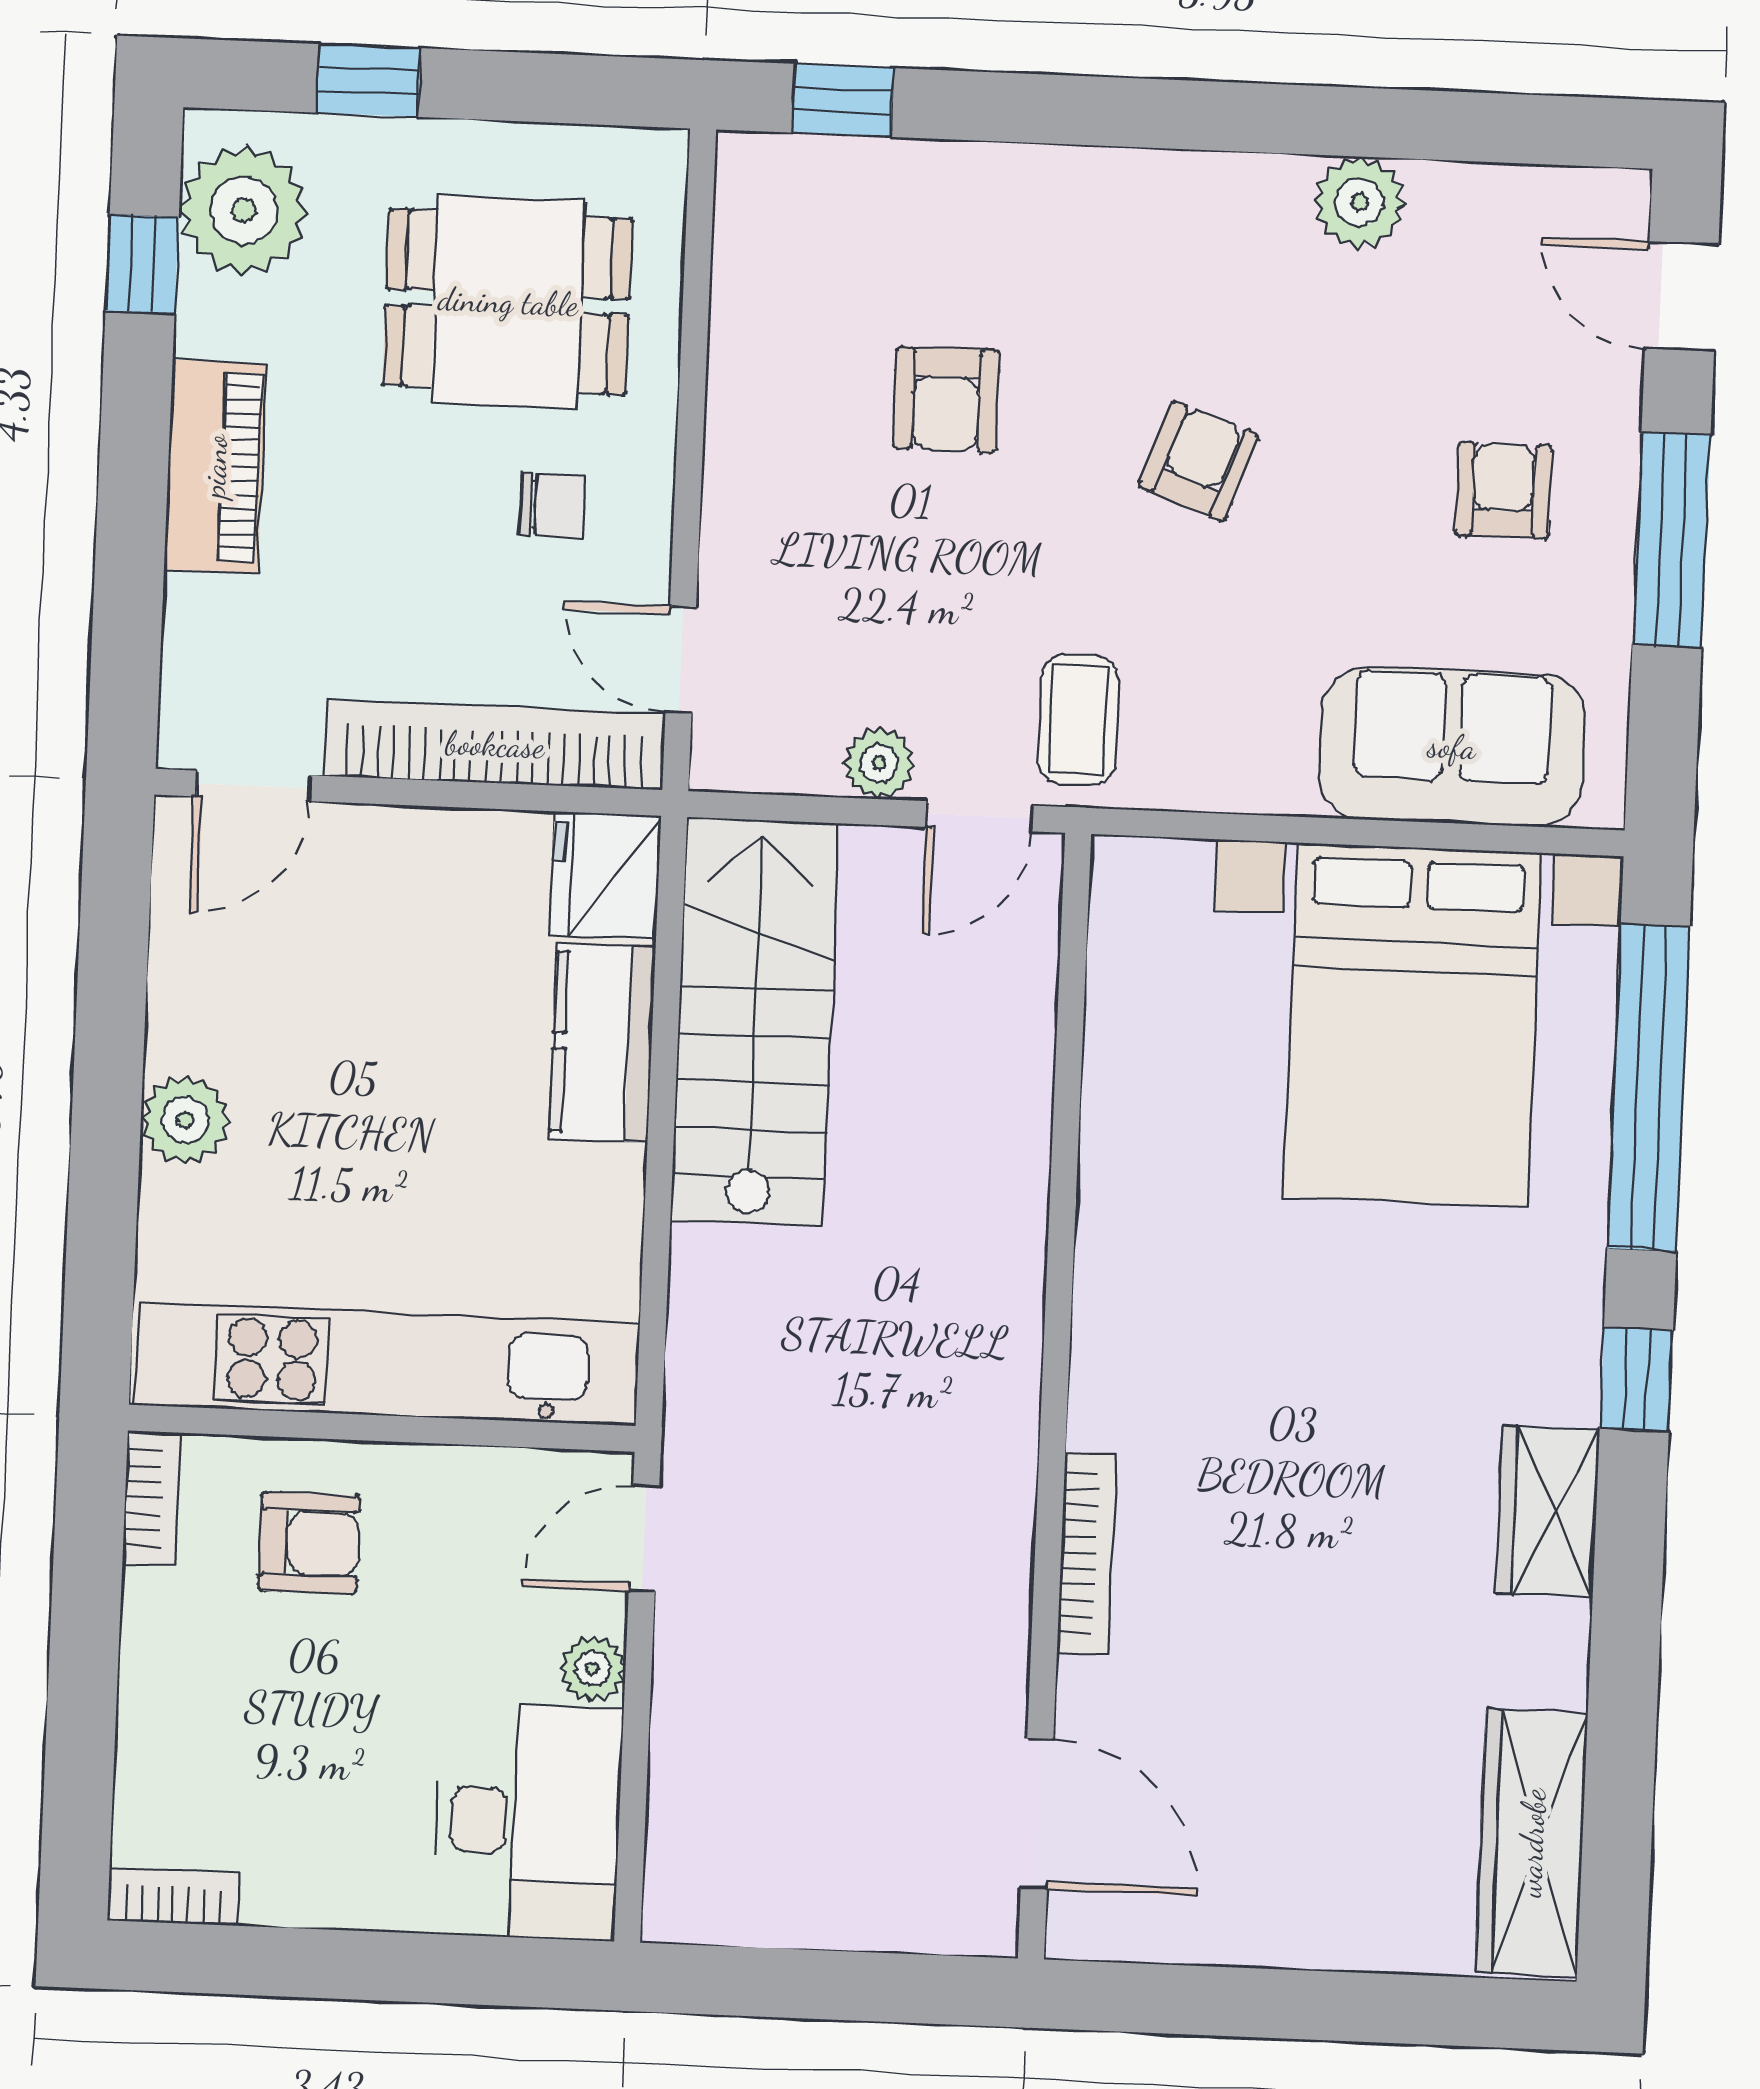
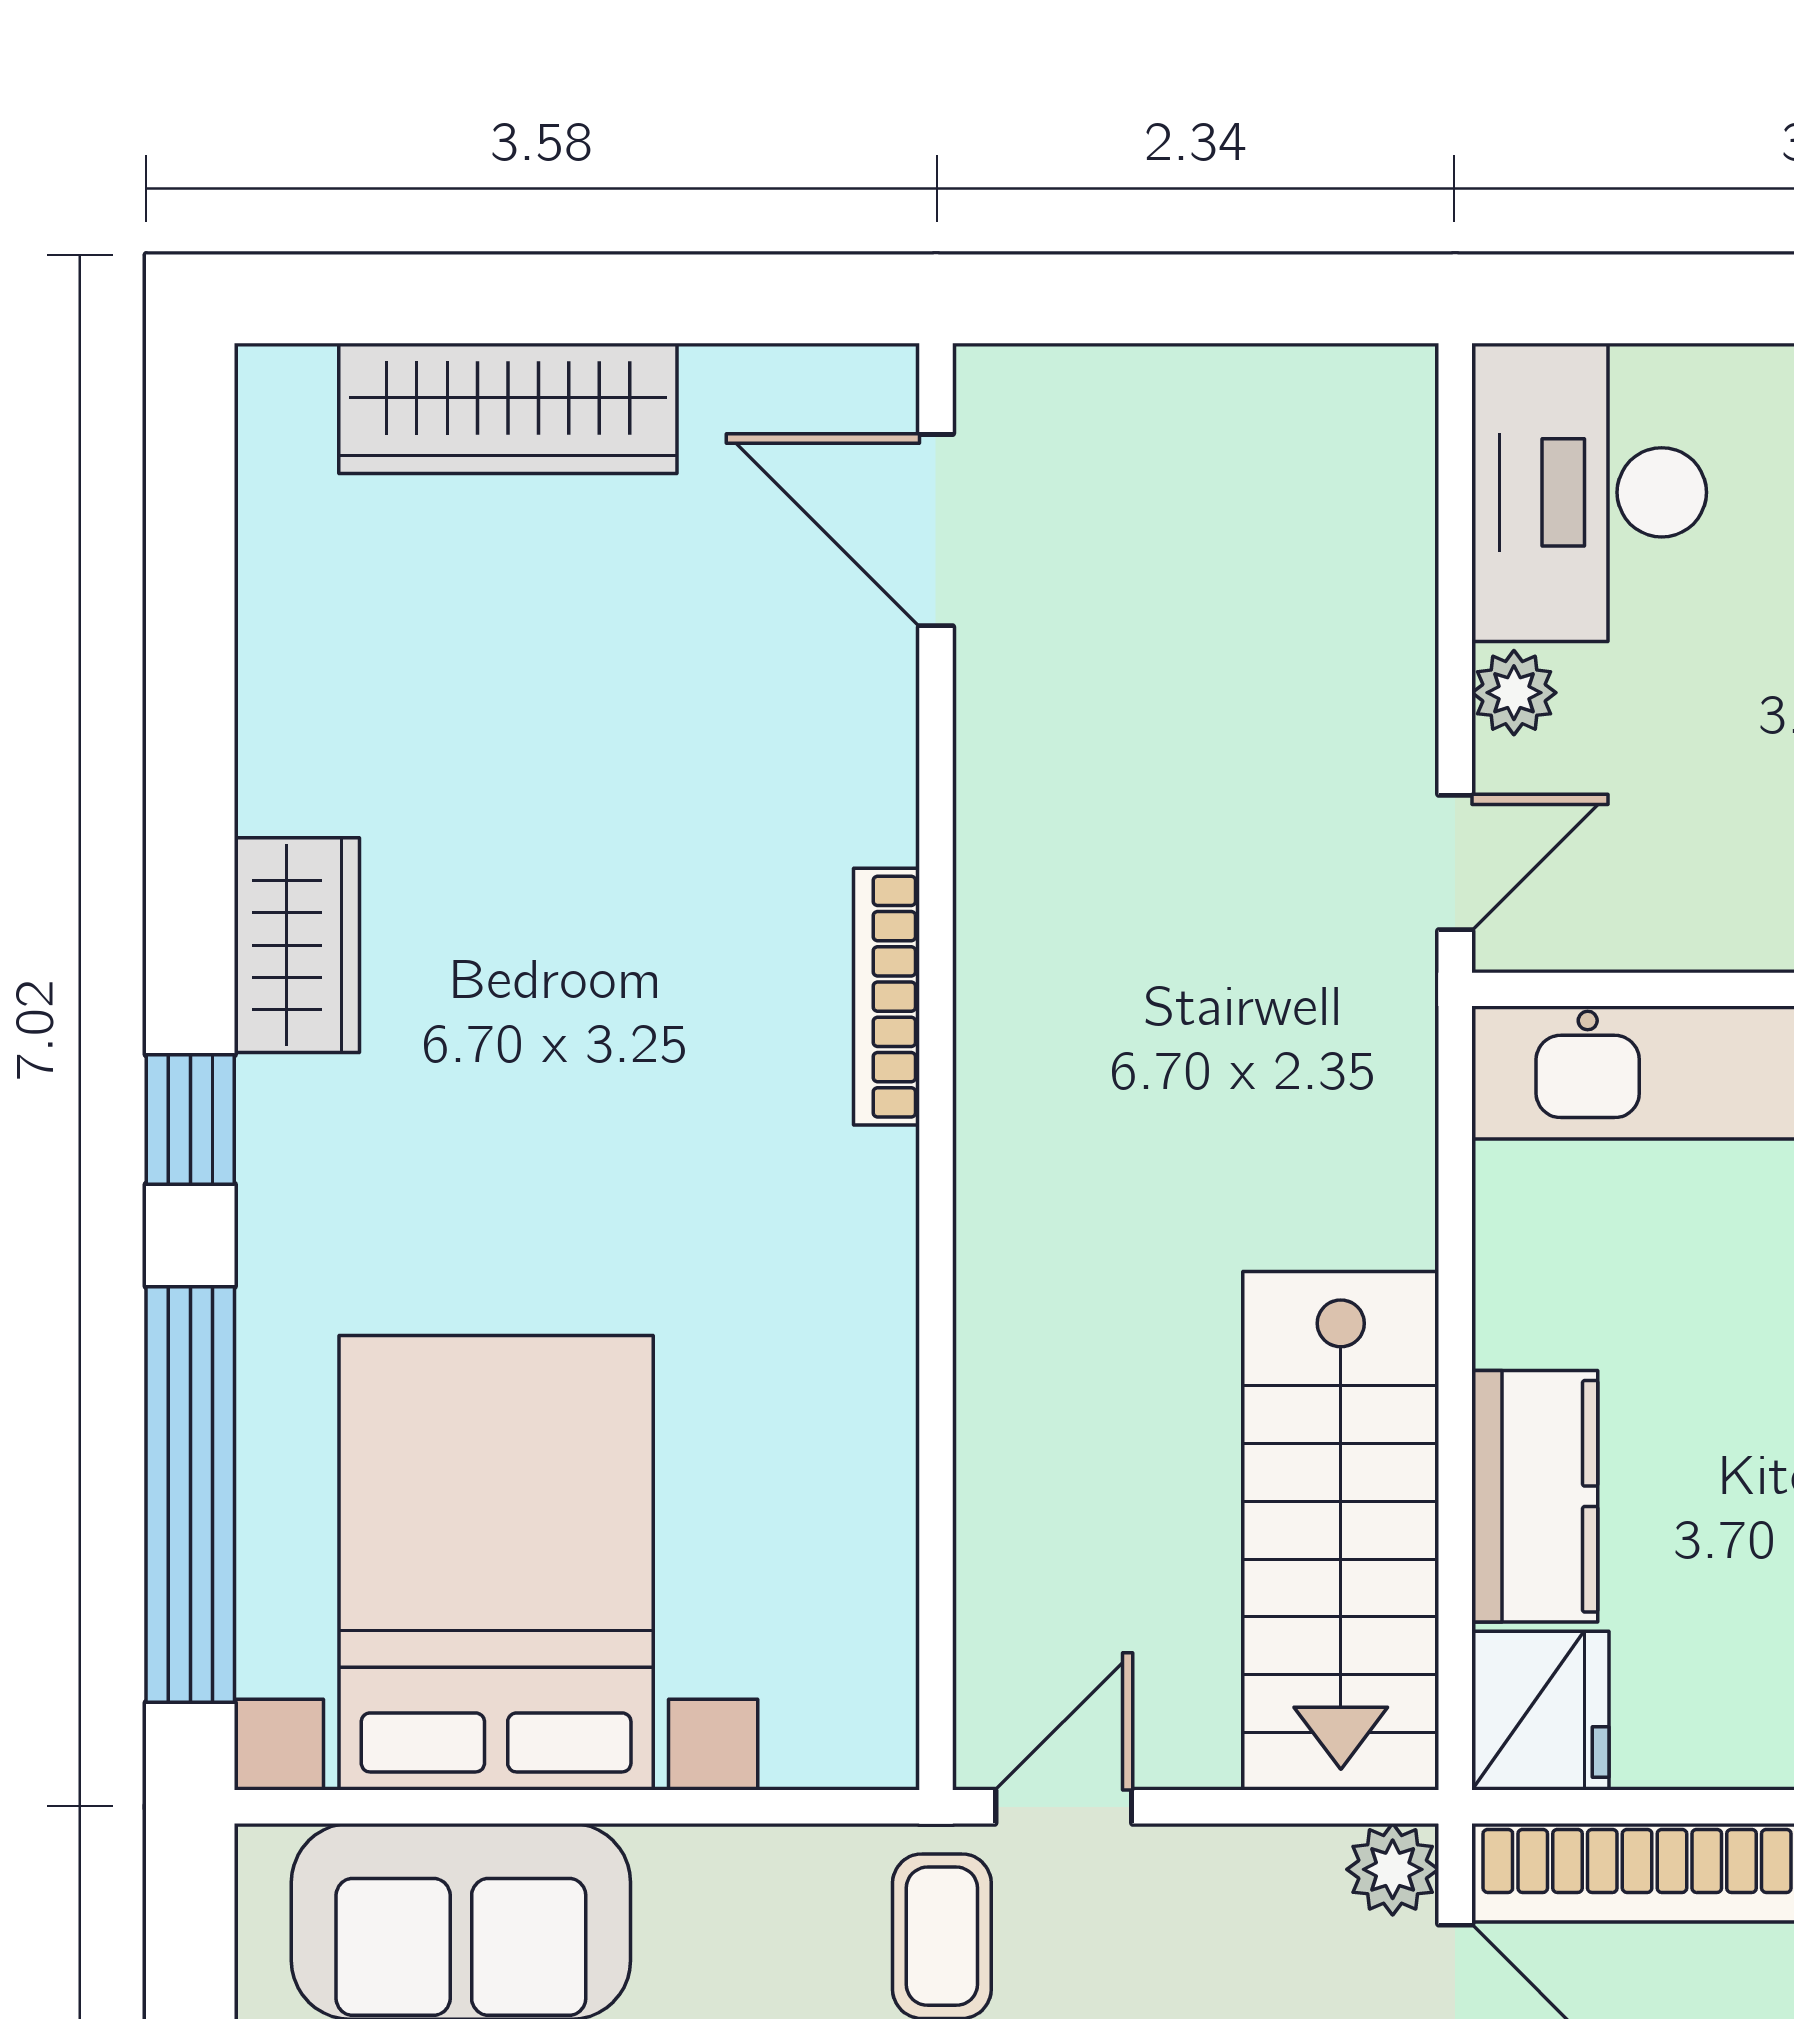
plant: (879, 763) -> (1393, 1869), moved
bookcase: (1086, 1553) -> (887, 997), moved
wardrobe: (1532, 1843) -> (508, 408), moved, turned 90

